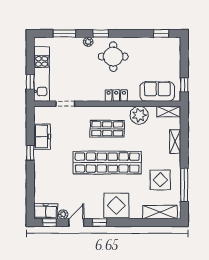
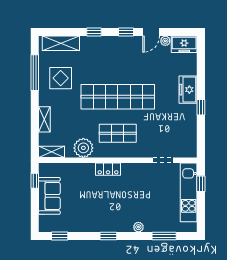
window: (101, 33) -> (108, 236), moved
round table: (113, 57) -> (111, 211), removed
sofa: (157, 91) -> (49, 196), moved, turned -90
freezer: (42, 136) -> (188, 90), moved
display table: (116, 205) -> (108, 50), removed
window: (49, 223) -> (94, 32), moved

